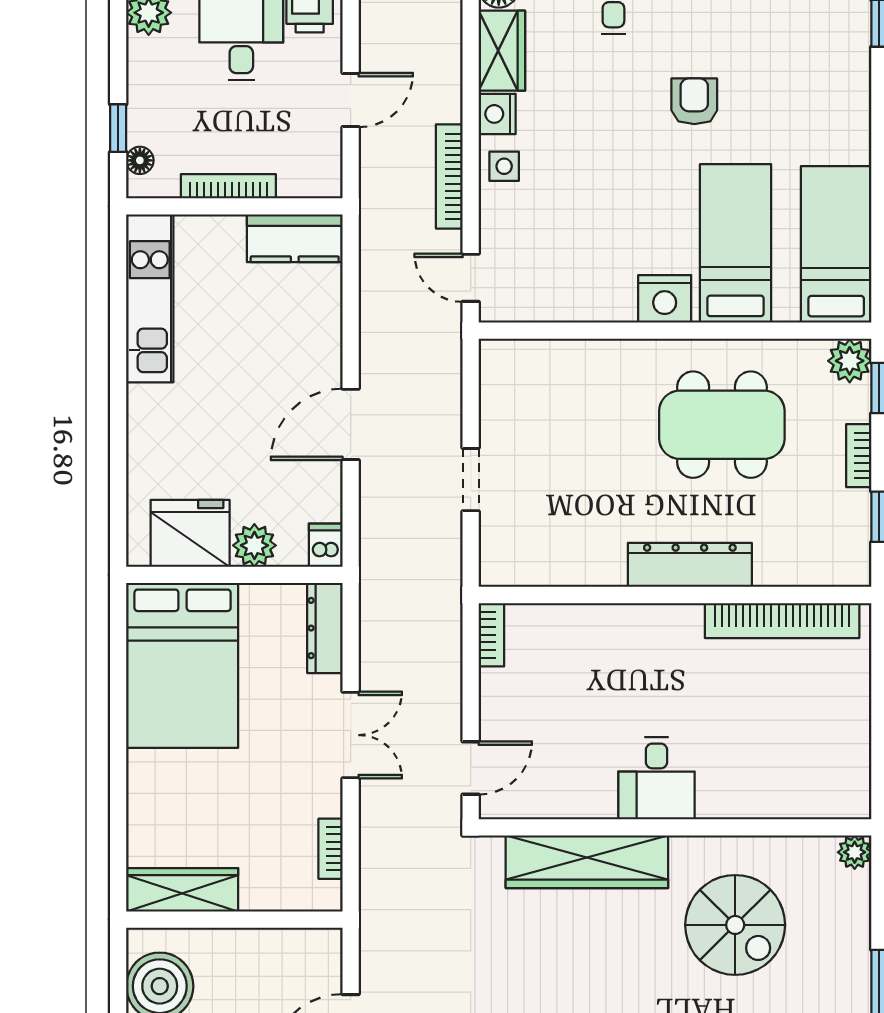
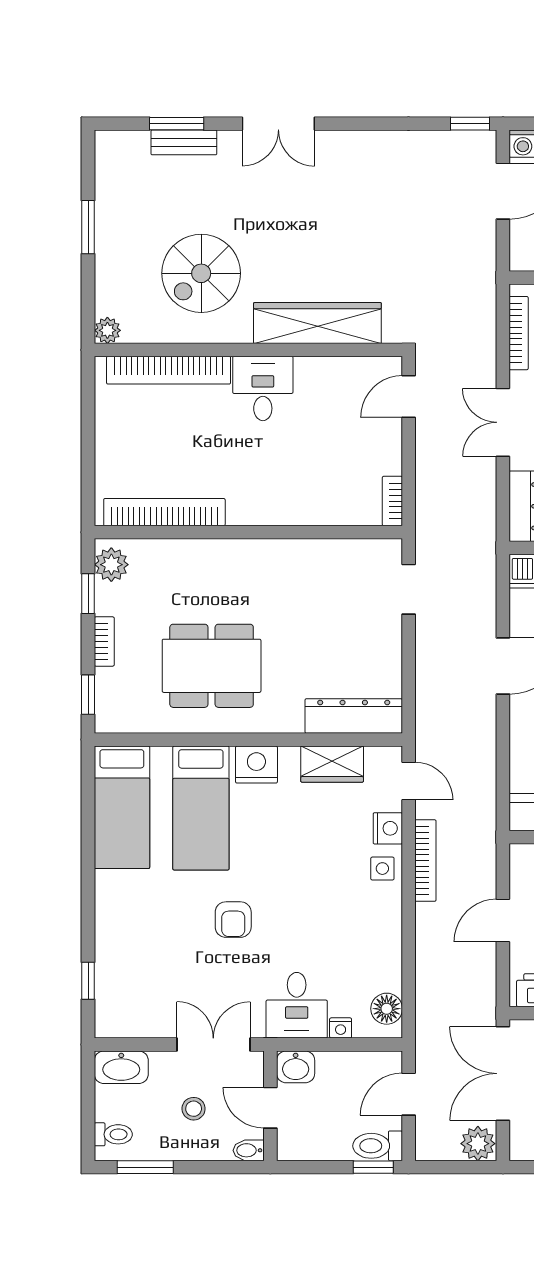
wardrobe: (502, 51) -> (332, 764), moved, turned -90
nightstand: (497, 114) -> (388, 828), moved
plant: (850, 361) -> (111, 565), moved
doorway: (471, 480) -> (409, 589), moved
dresser: (690, 565) -> (354, 716), moved, turned 180
bookcase: (777, 801) -> (169, 370), added
bookcase: (330, 849) -> (519, 333), width x1.56
spiral stairs: (735, 925) -> (201, 273), turned -90

